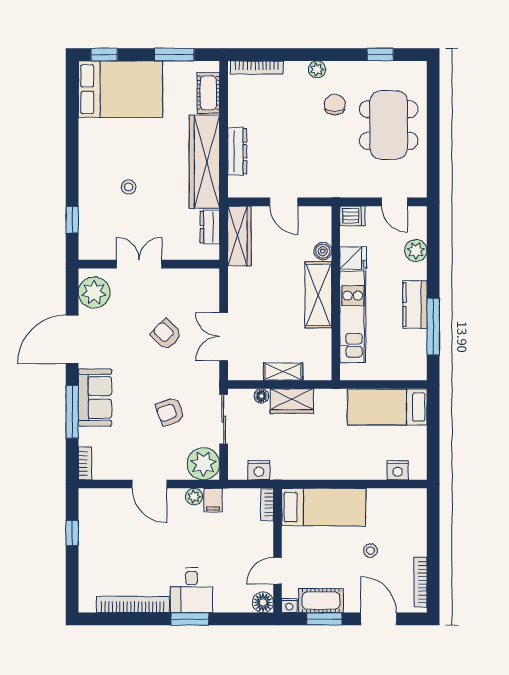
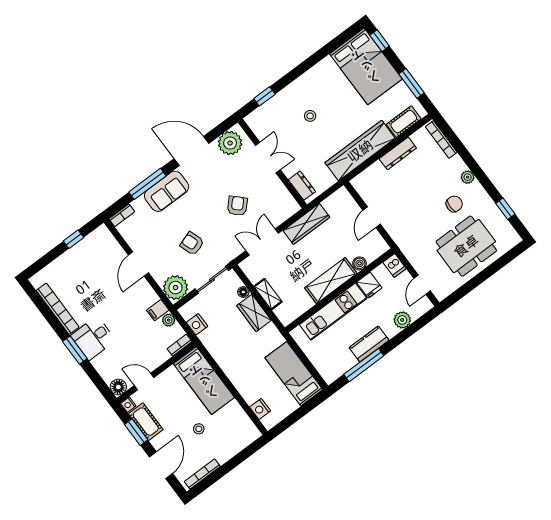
dresser: (237, 151) -> (398, 153), moved
dresser: (210, 227) -> (302, 186), moved, turned 90
wardrobe: (239, 236) -> (306, 224), moved
plant: (194, 497) -> (169, 320), moved

